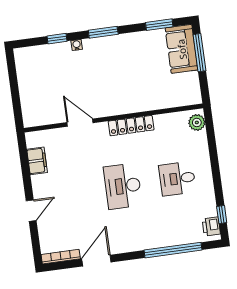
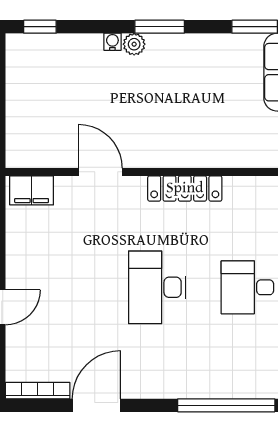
window: (57, 39) -> (40, 27), moved
plant: (90, 45) -> (134, 44), added
filing cabinet: (37, 161) -> (32, 190), moved, turned 90

